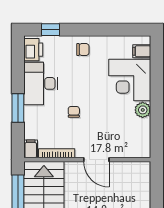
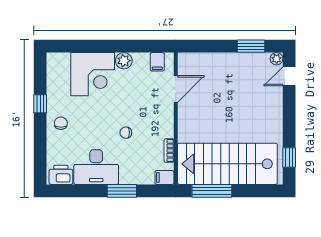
window: (50, 30) -> (40, 104), moved
filing cabinet: (142, 51) -> (157, 62), moved
bookcase: (57, 153) -> (169, 151), width x0.64
door: (96, 160) -> (176, 89), moved

